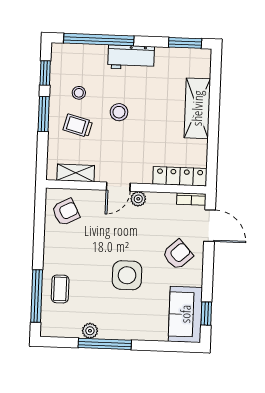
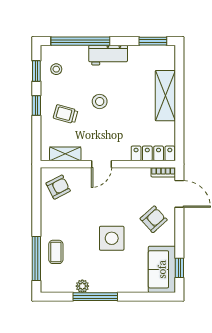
stool: (79, 93) -> (56, 69), moved
window: (44, 114) -> (36, 105), width x0.67
plant: (138, 199) -> (119, 174), removed

